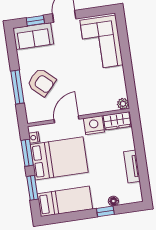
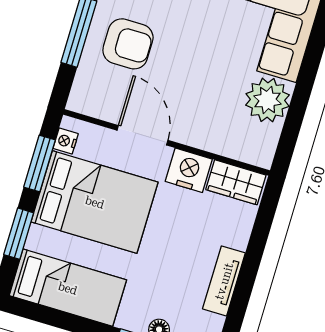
armchair: (41, 82) -> (128, 44), turned -43
plant: (123, 104) -> (268, 100), moved, width x1.87, depth x1.87
door: (66, 119) -> (142, 135), hinge flipped

